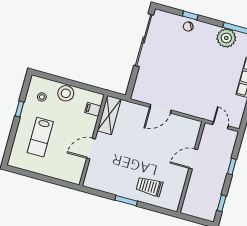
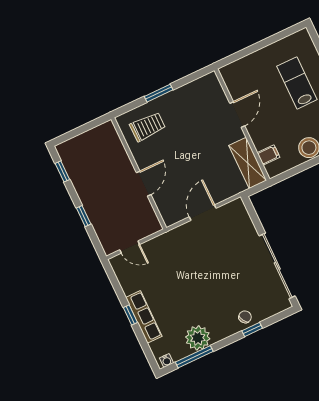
door: (193, 159) -> (144, 184), moved
wall: (191, 167) -> (139, 173), moved

